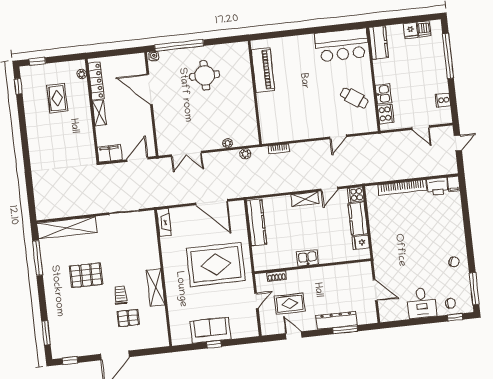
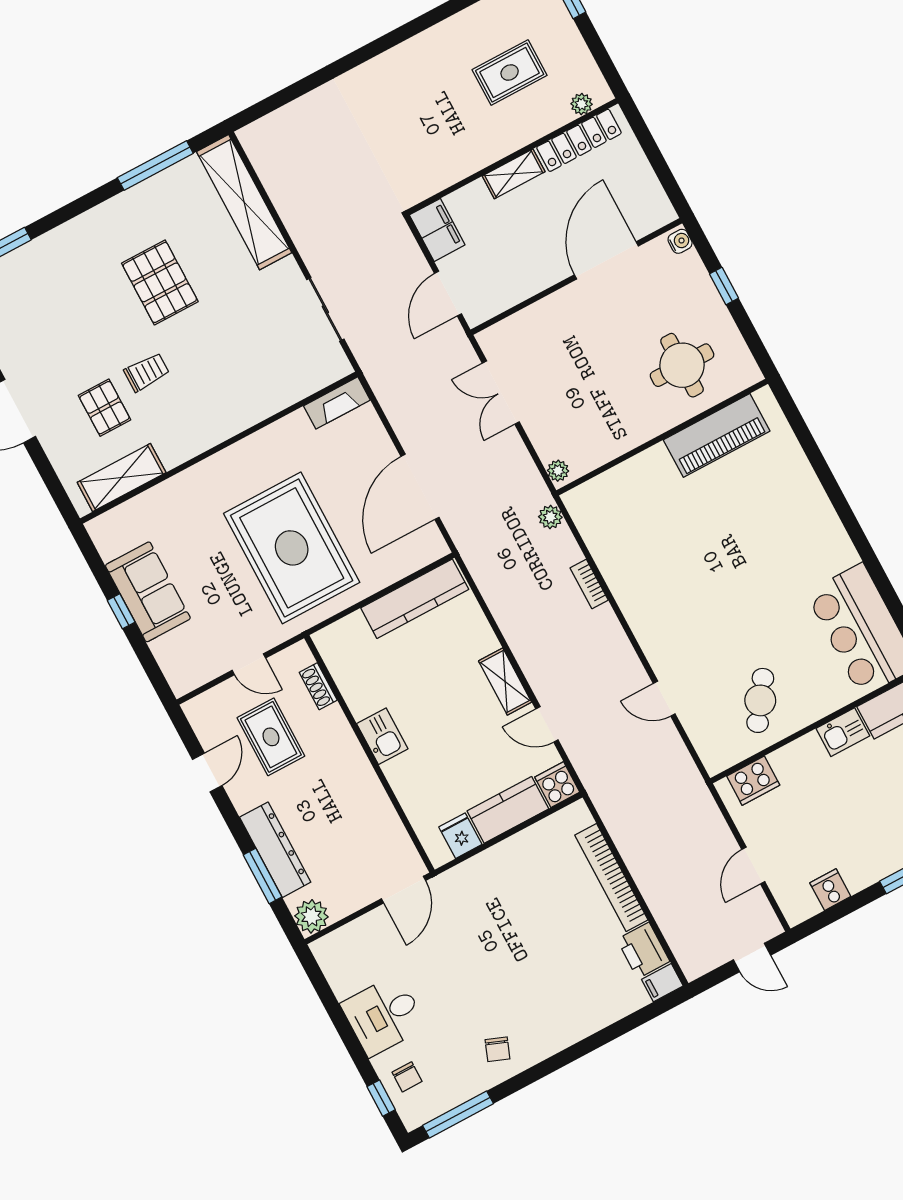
window: (179, 45) -> (724, 286), width x0.32
piano: (263, 70) -> (717, 435), moved
wall: (255, 93) -> (662, 437), moved
kitchen sink: (383, 94) -> (843, 732), moved
door: (137, 159) -> (448, 294), swing flipped
shelving: (156, 287) -> (122, 478), moved
door: (375, 290) -> (404, 890), moved
plant: (369, 316) -> (311, 916), added

